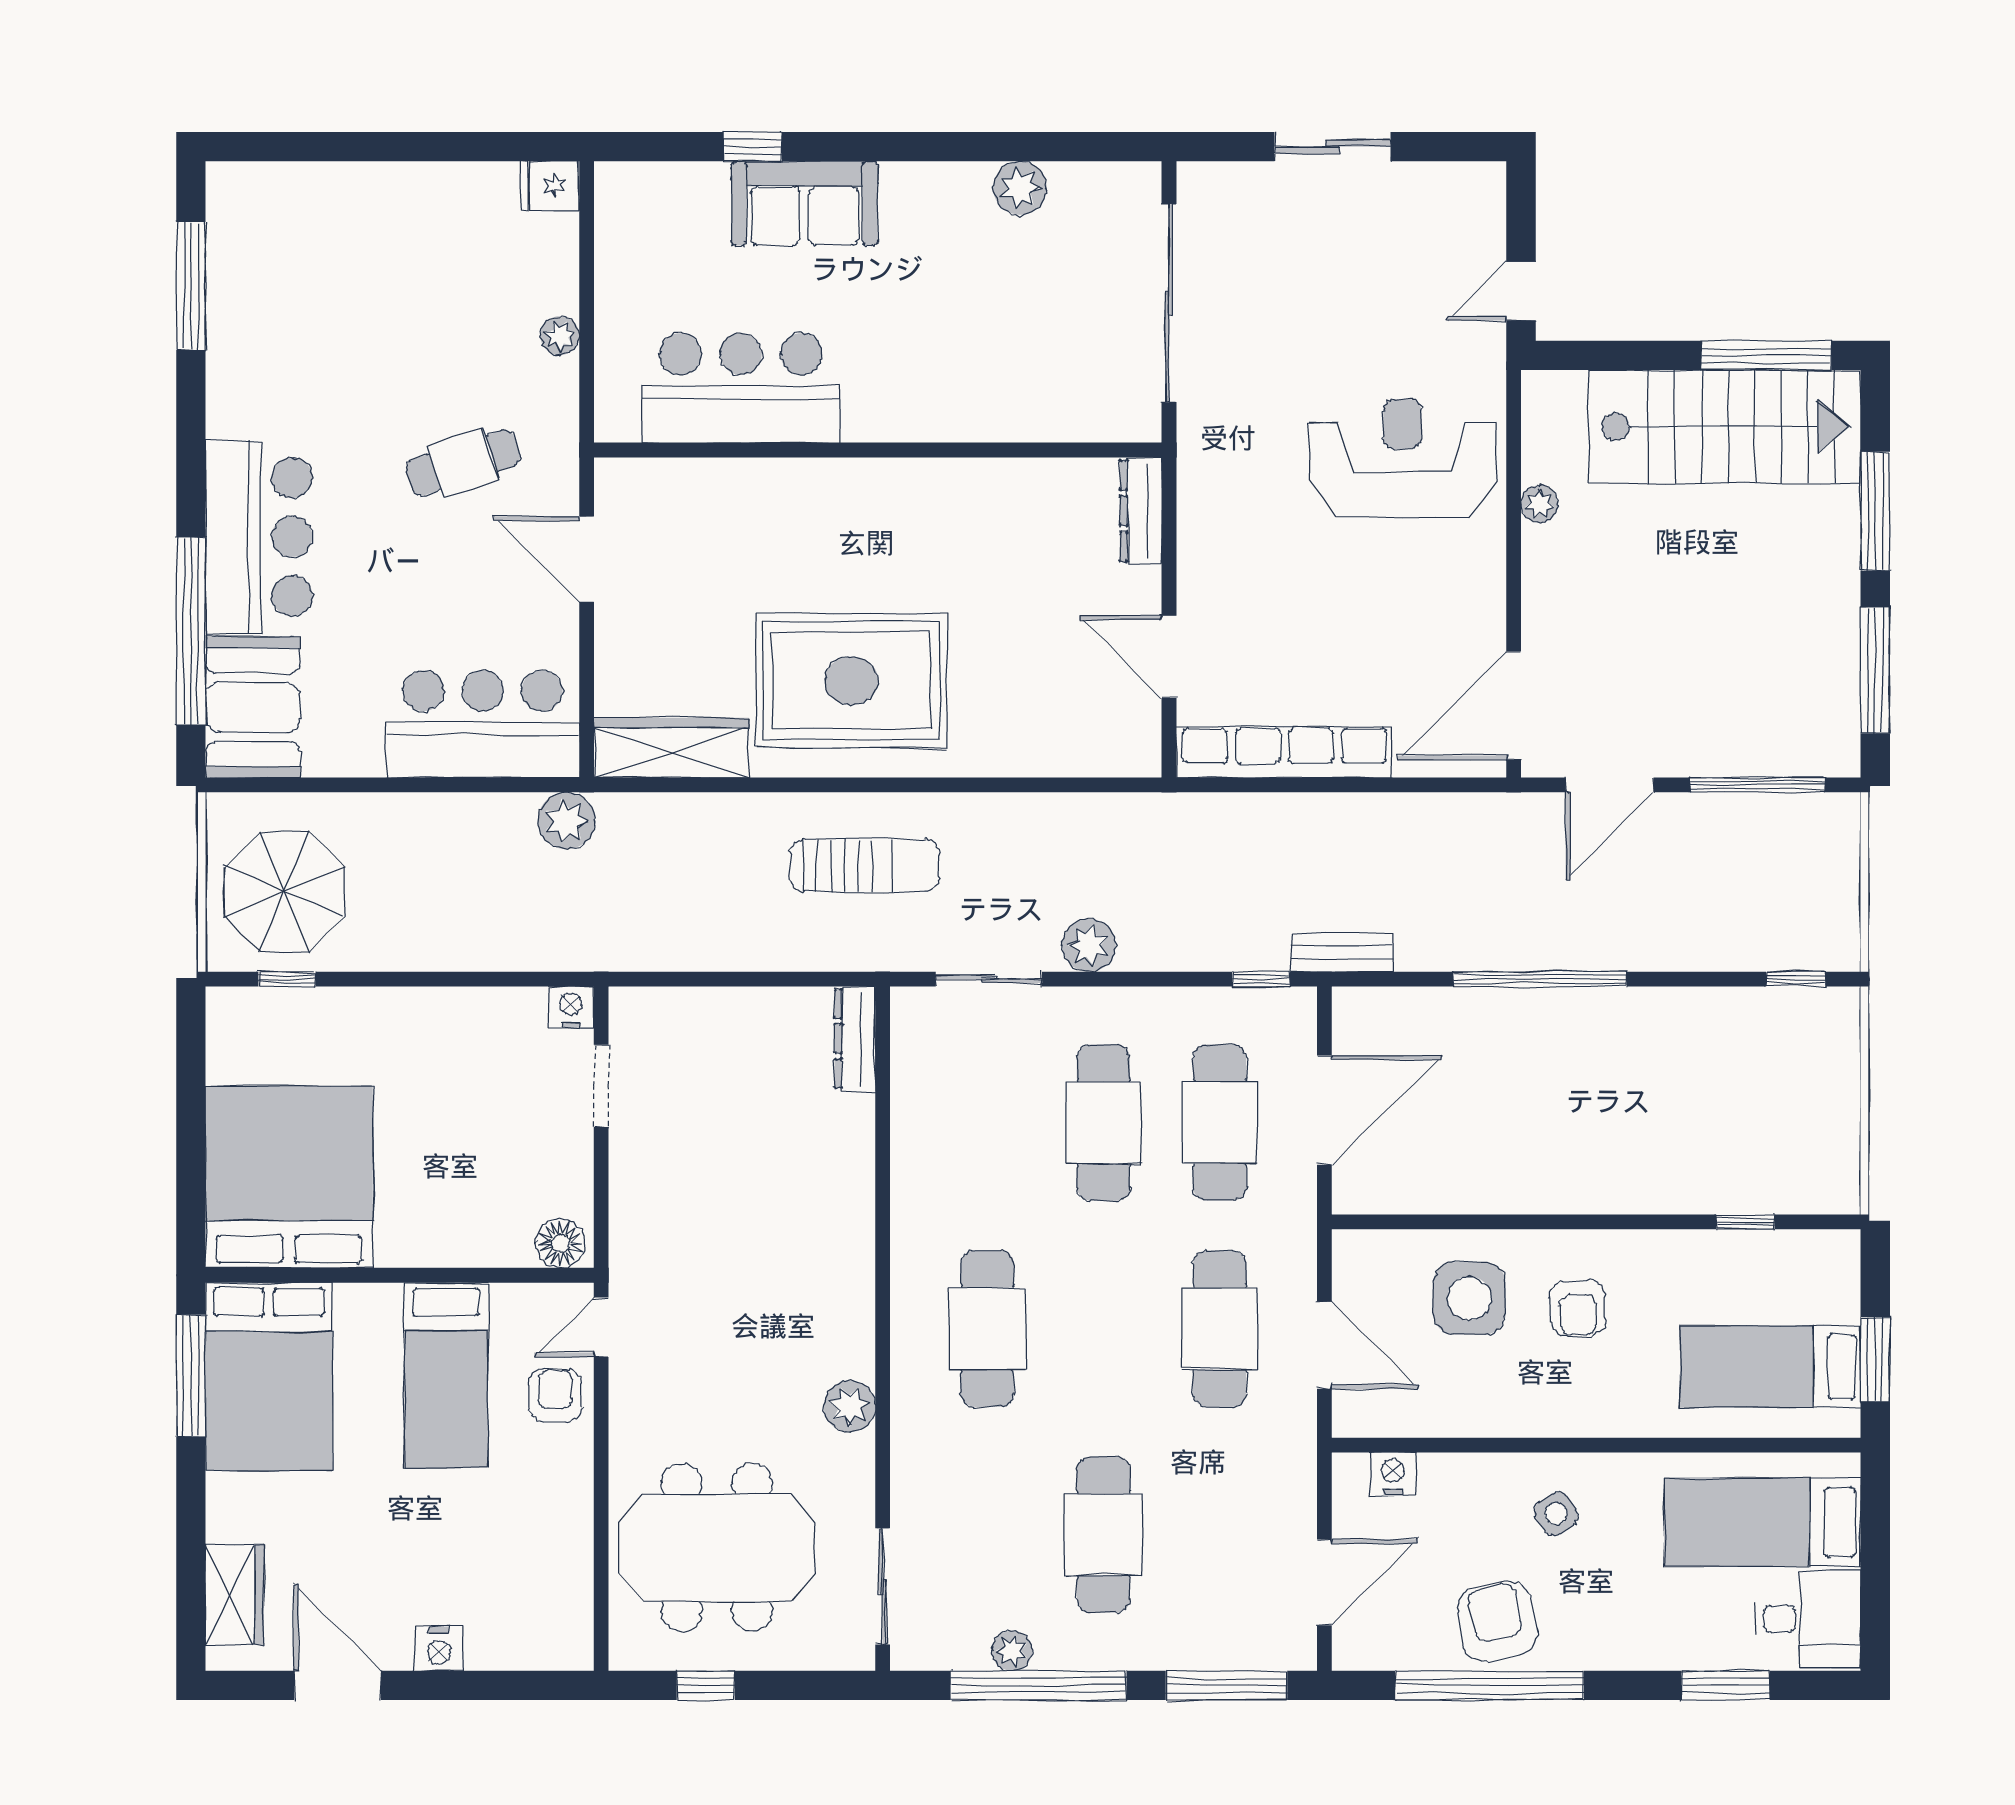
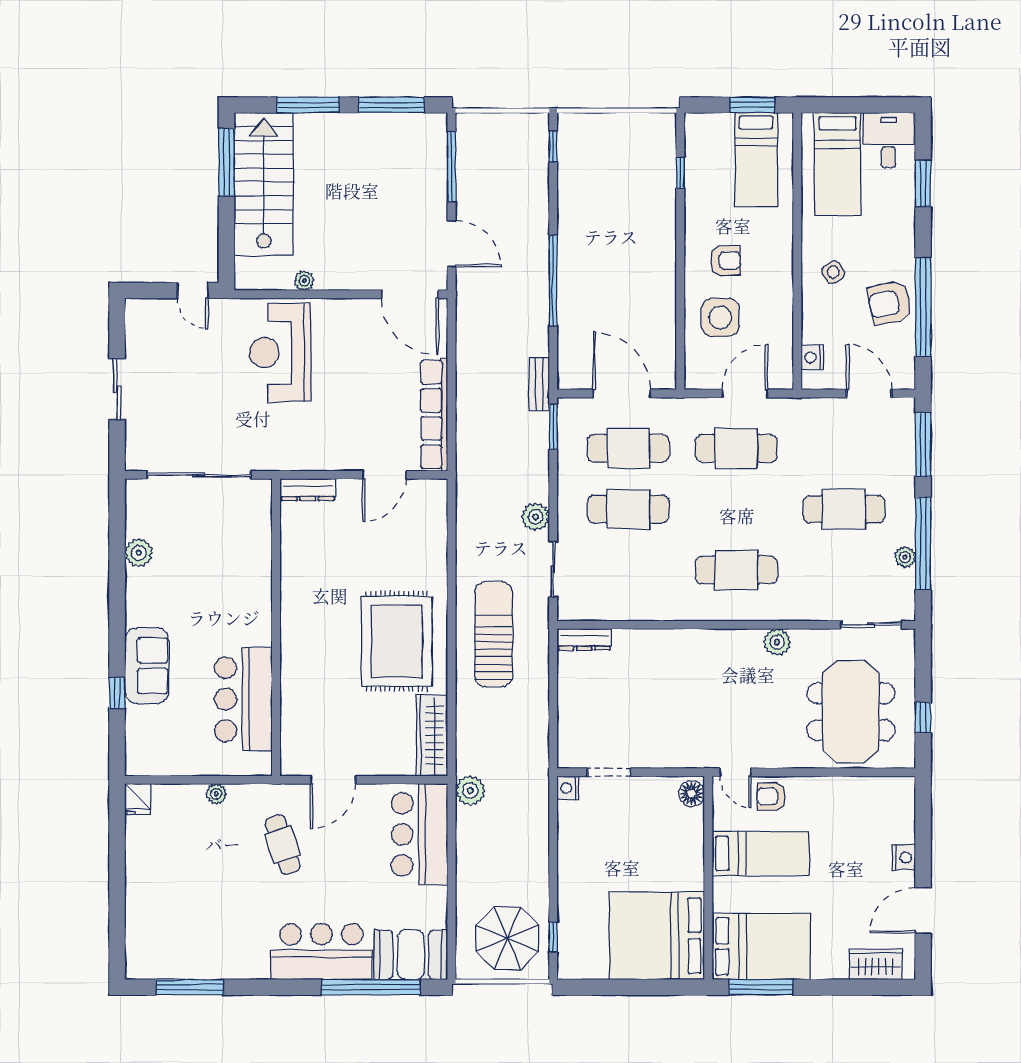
sun lounger: (865, 865) -> (494, 634), width x1.36, depth x1.34
window: (1261, 979) -> (553, 427), width x1.50

